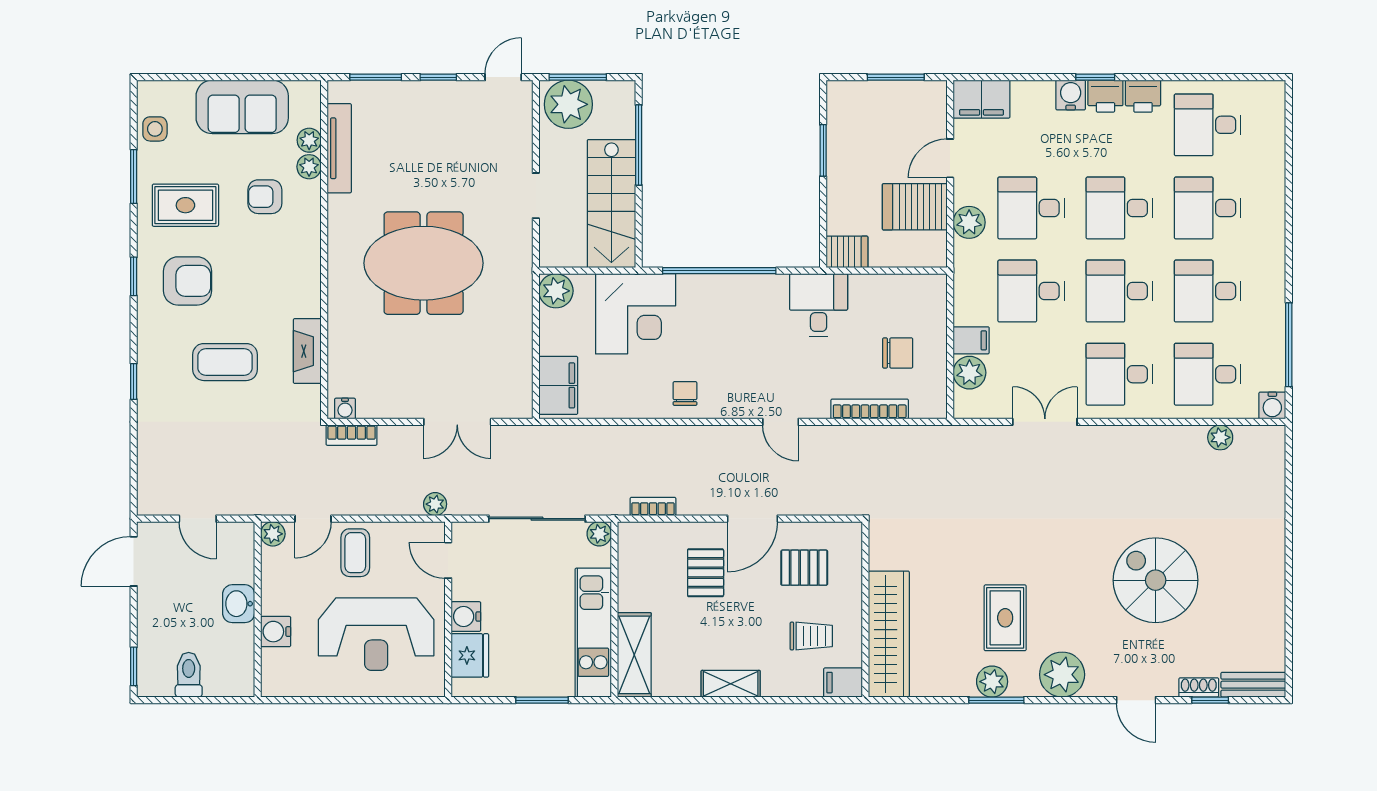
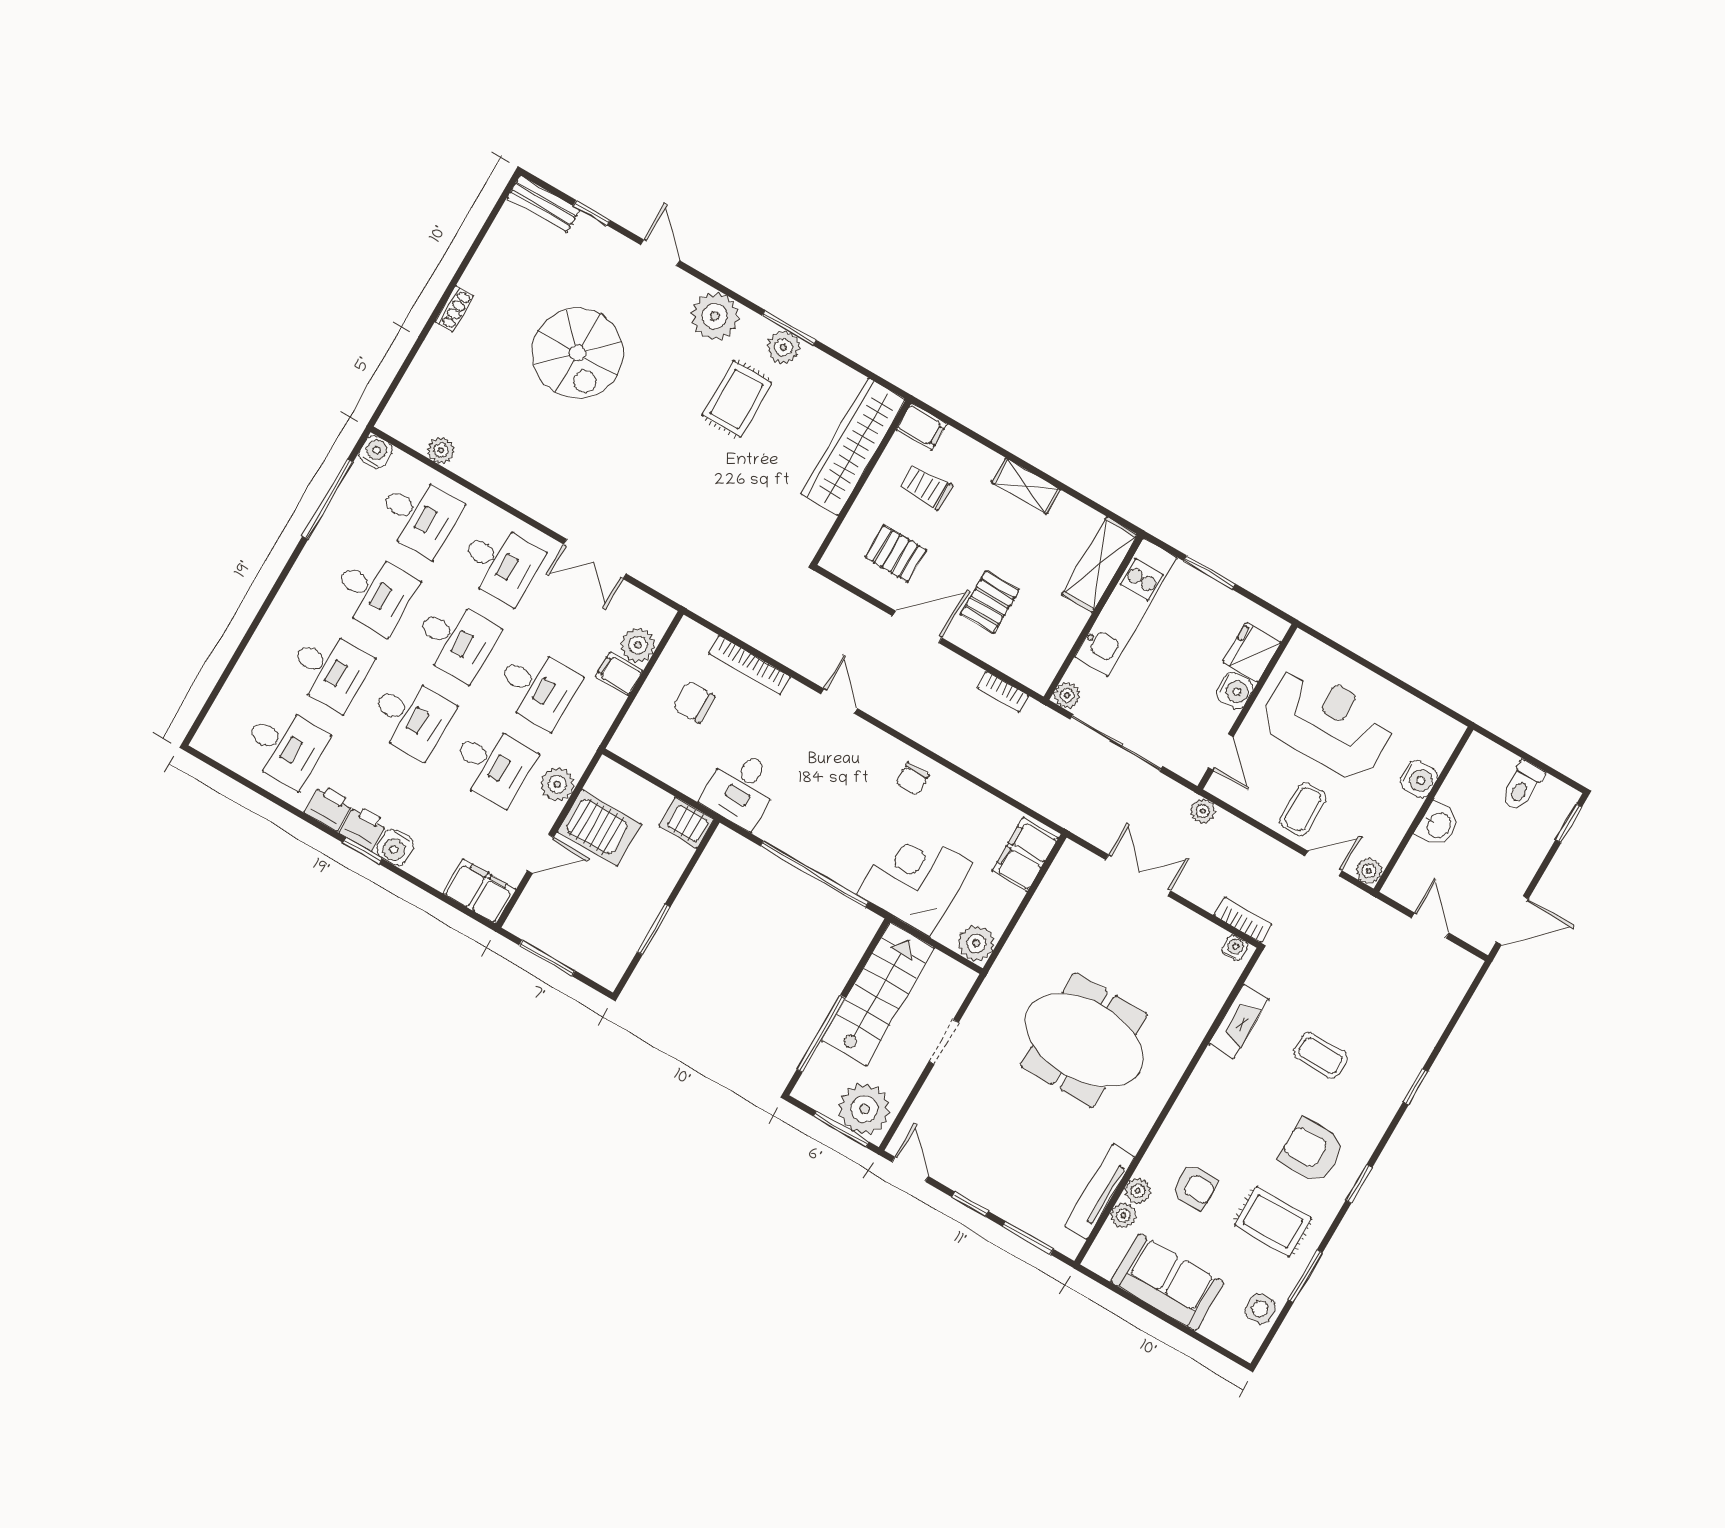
door: (503, 77) -> (910, 1169), swing flipped
coffee table: (225, 362) -> (1321, 1056), width x0.73, depth x0.77
shoe rack: (1199, 687) -> (454, 309), moved, turned -90

